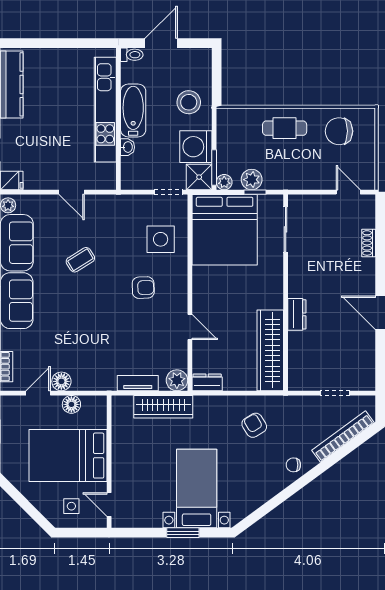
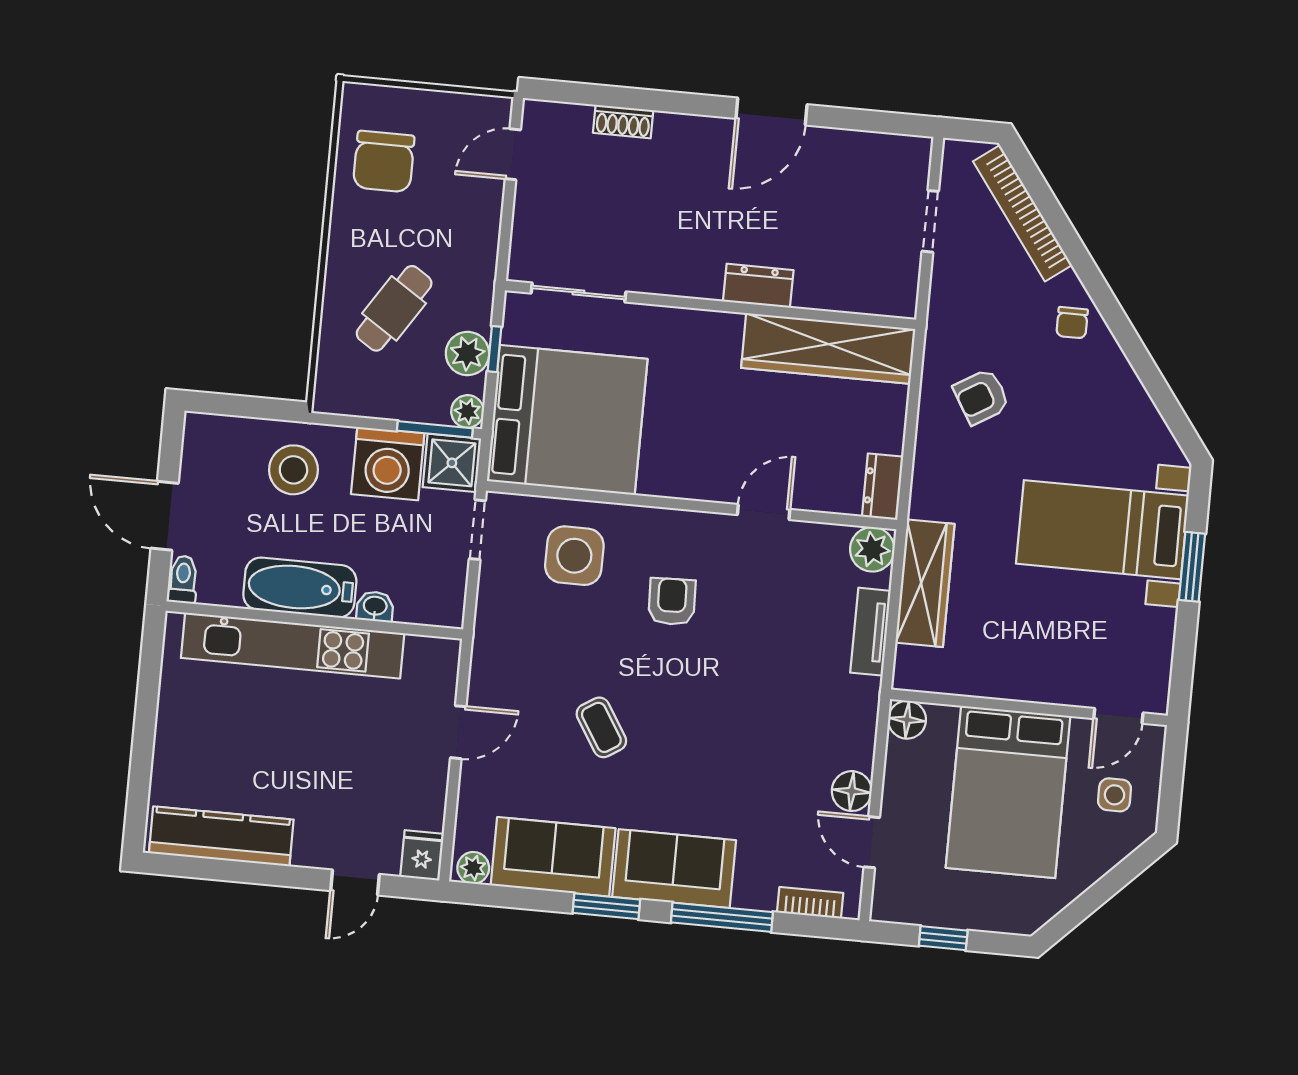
cafe table: (285, 128) -> (394, 308), moved, turned 33
floor lamp: (71, 404) -> (907, 720), moved

